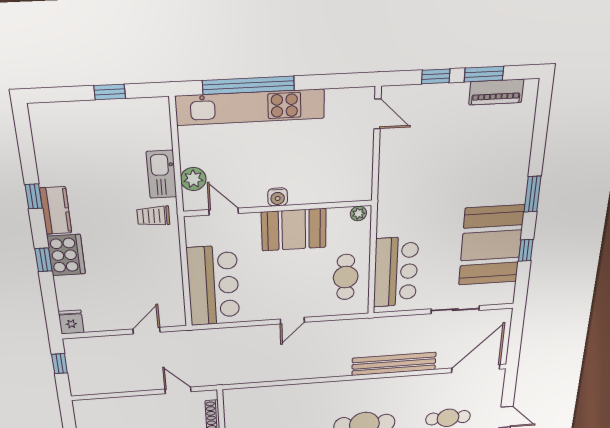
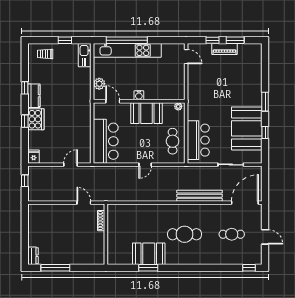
piano: (496, 92) -> (225, 49), moved
kitchen sink: (162, 174) -> (85, 55), moved
trolley: (153, 216) -> (45, 54), moved

